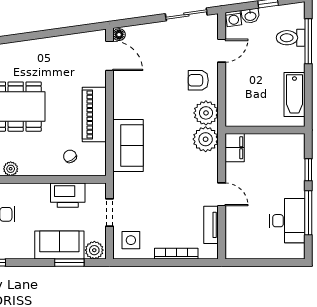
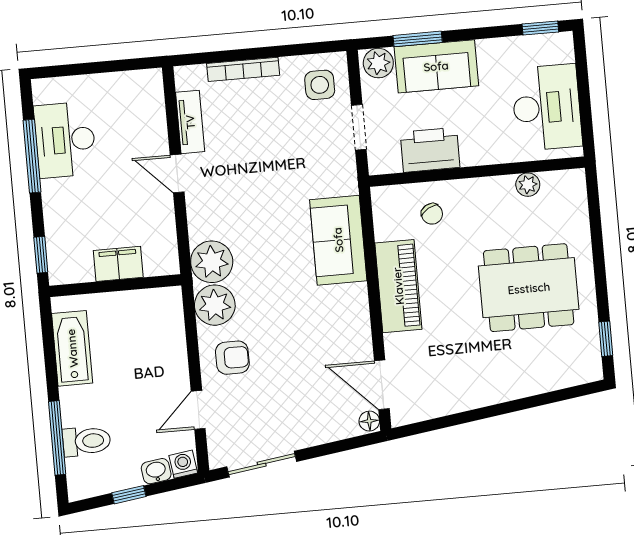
filing cabinet: (235, 148) -> (118, 264), moved, turned 90
window: (308, 170) -> (41, 255), moved

